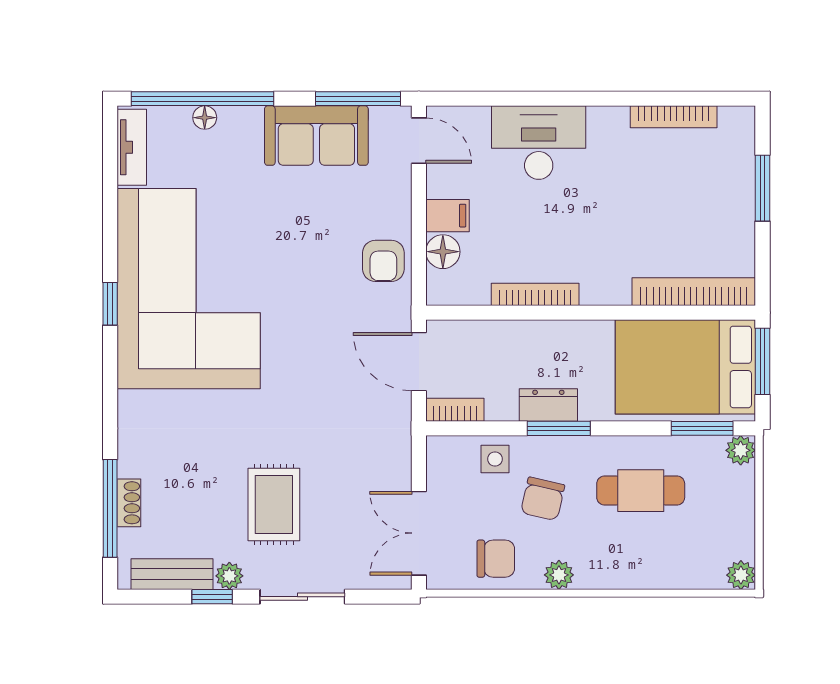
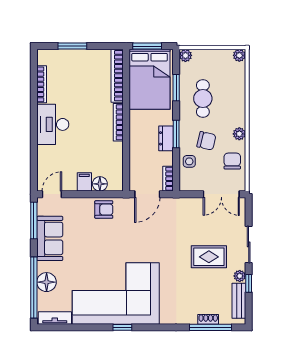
floor lamp: (205, 118) -> (47, 282), width x1.89, depth x1.89
desk: (539, 143) -> (53, 124), moved
bookcase: (535, 294) -> (118, 122), moved
window: (702, 428) -> (176, 88), moved

